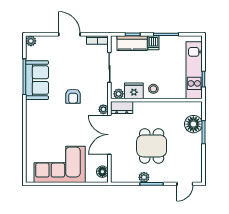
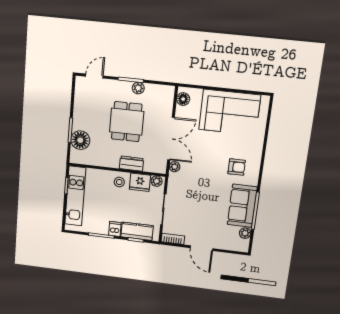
plant: (31, 41) -> (245, 233), moved
armchair: (73, 96) -> (237, 167), moved, turned 90
dresser: (122, 108) -> (132, 164), moved

